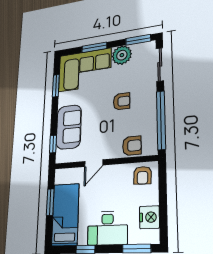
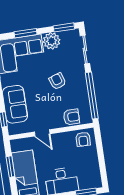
armchair: (122, 101) -> (58, 81), turned -109
door: (94, 163) -> (42, 133), hinge flipped
nightstand: (149, 217) -> (93, 169), removed

